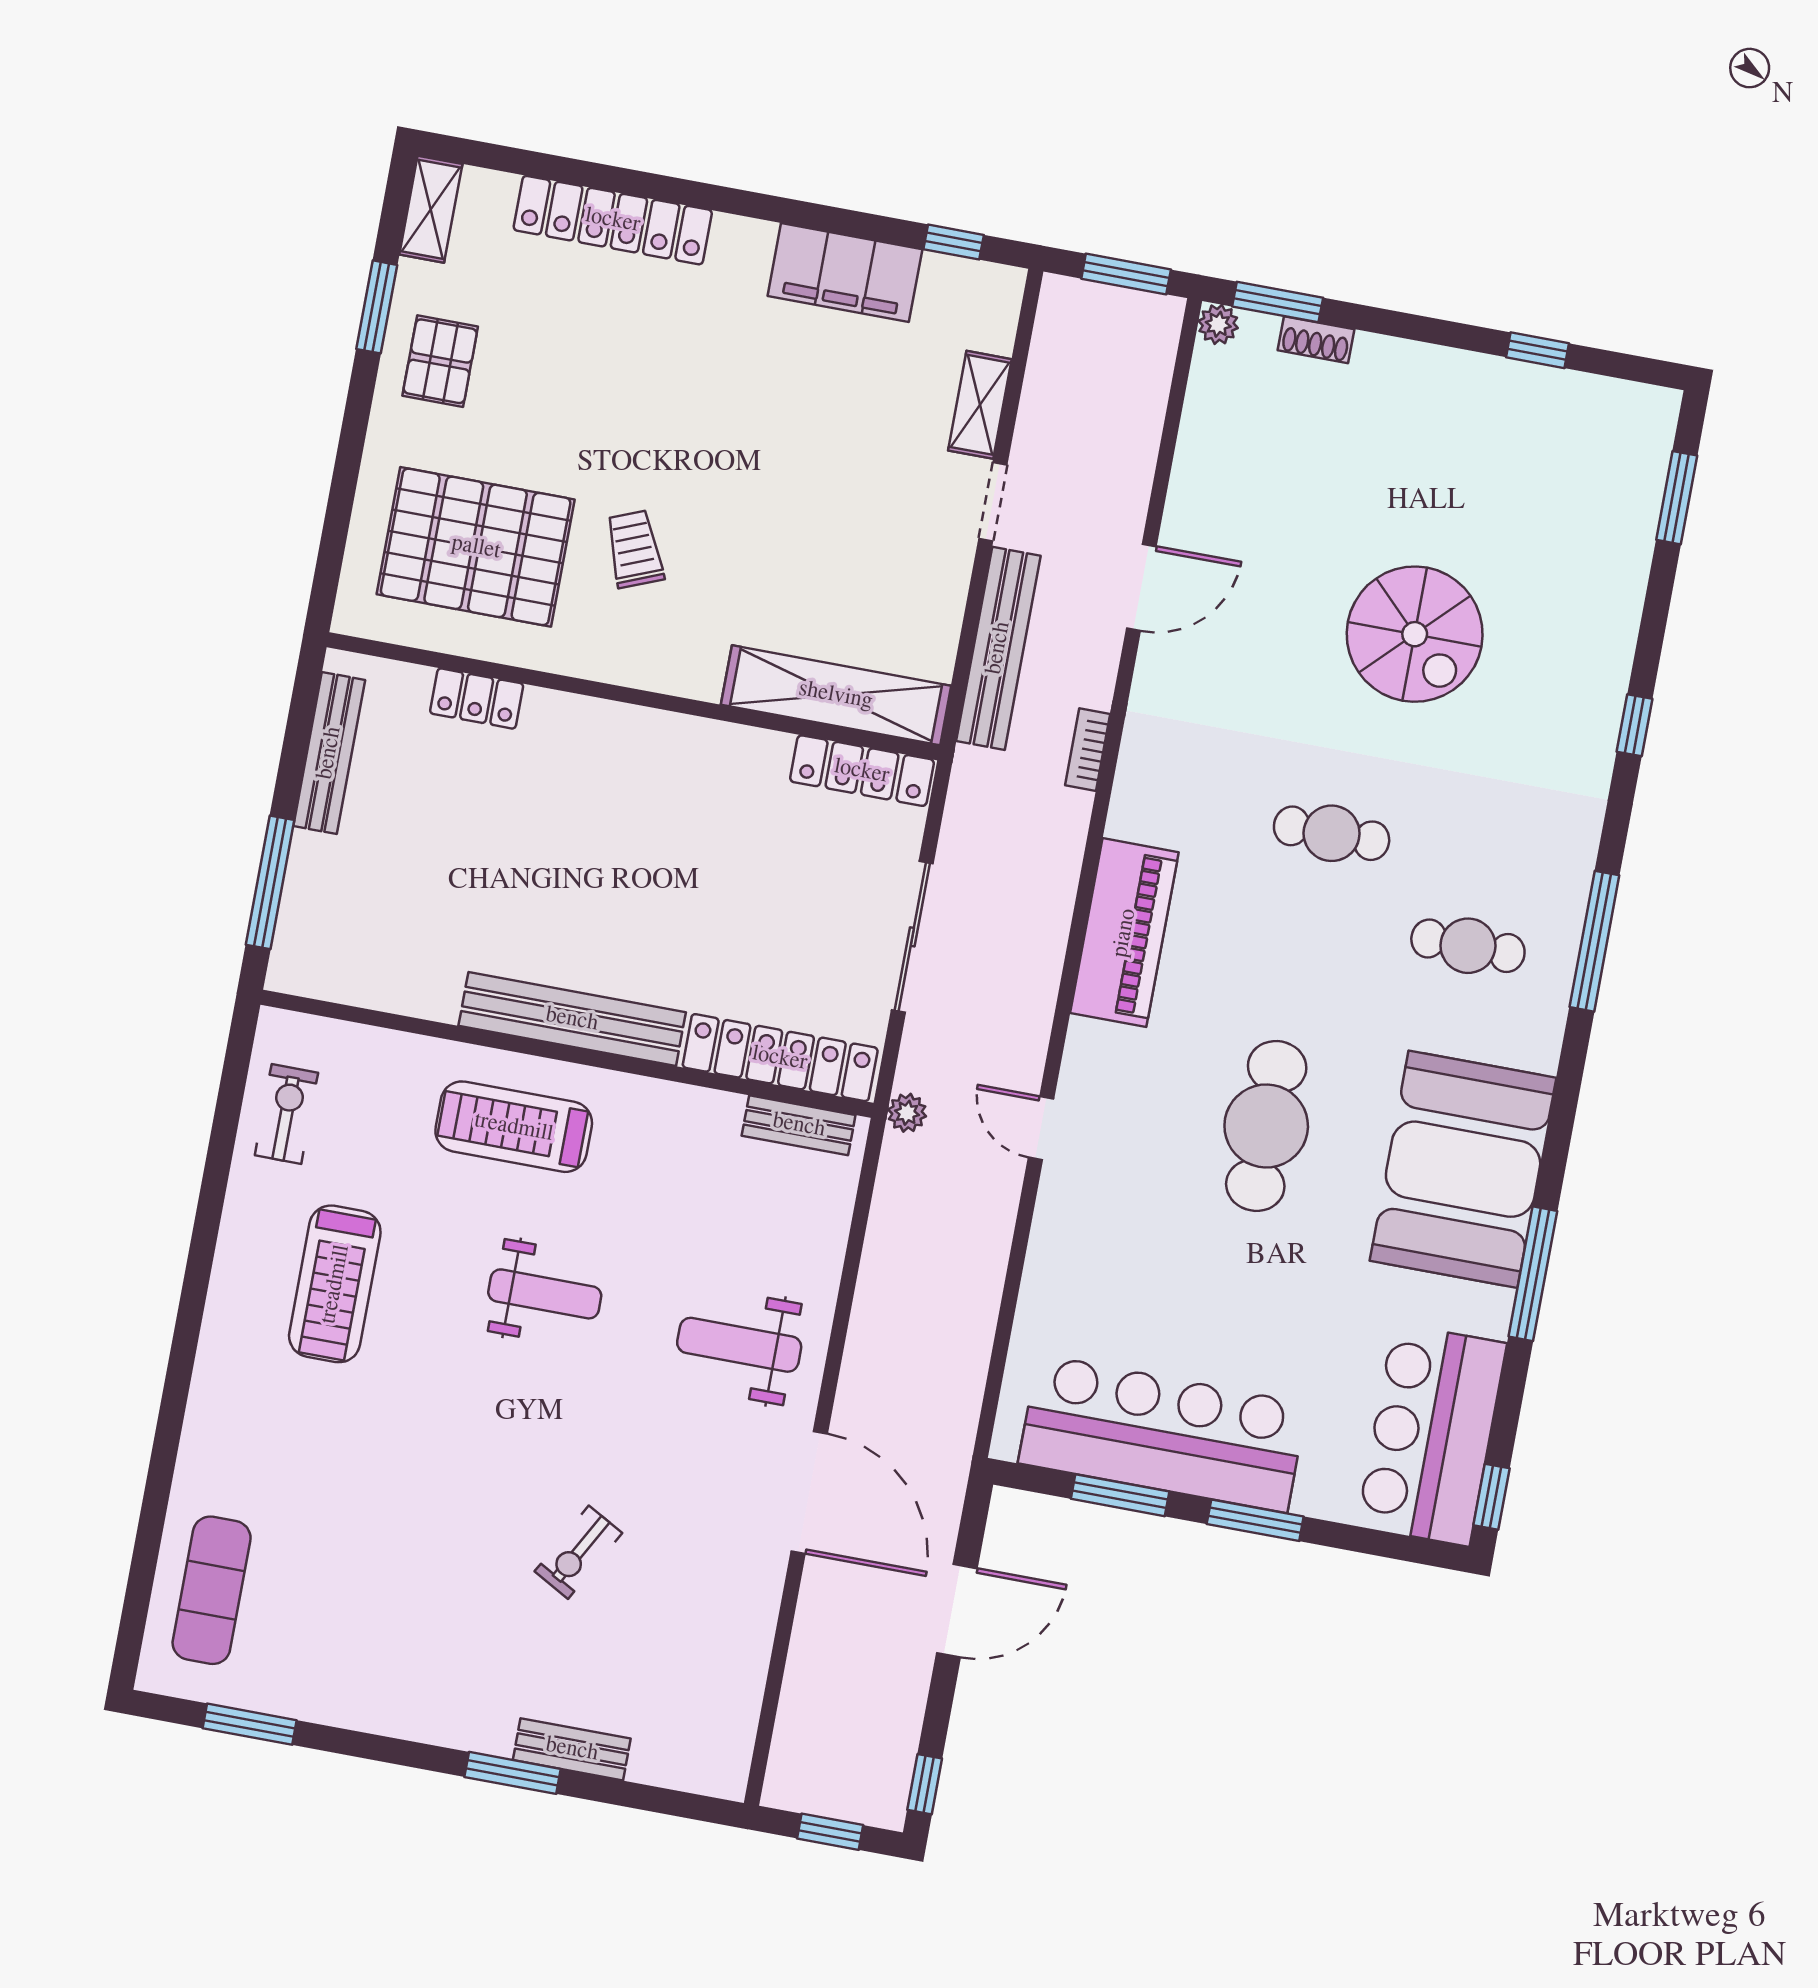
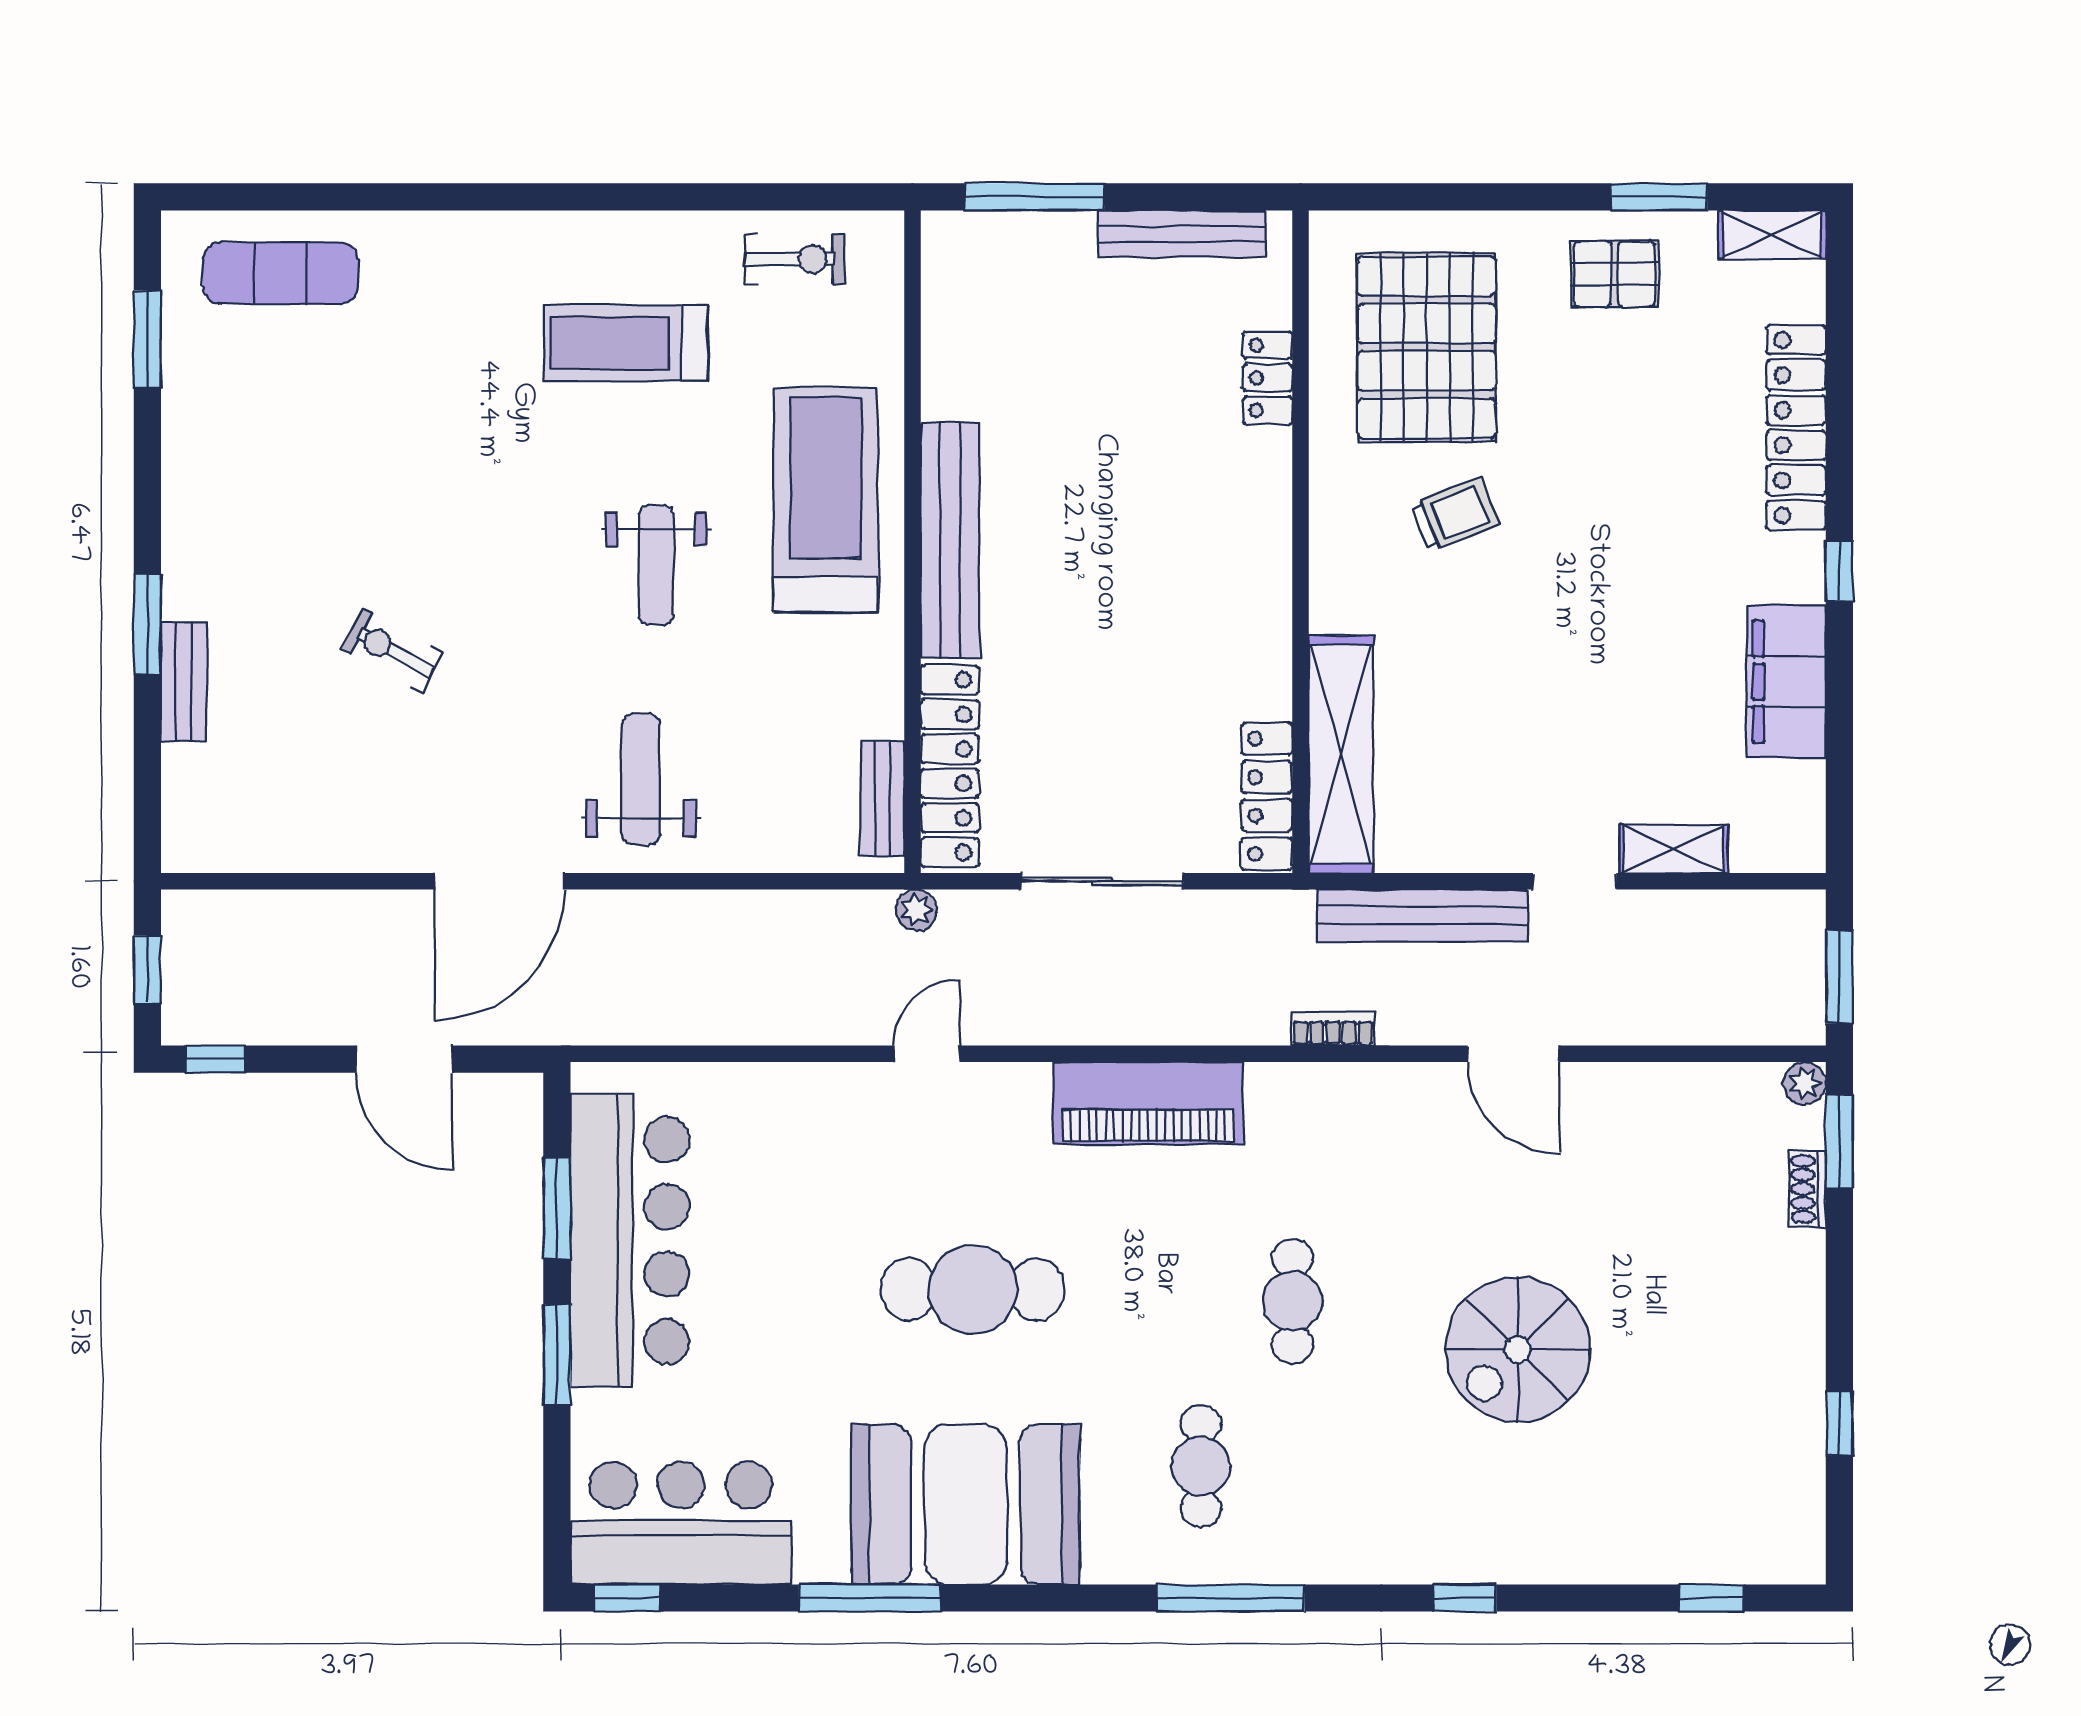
window: (954, 242) -> (1839, 571), moved
window: (1677, 498) -> (1712, 1598), width x0.67
treadmill: (514, 1127) -> (826, 500), width x1.37, depth x1.38

